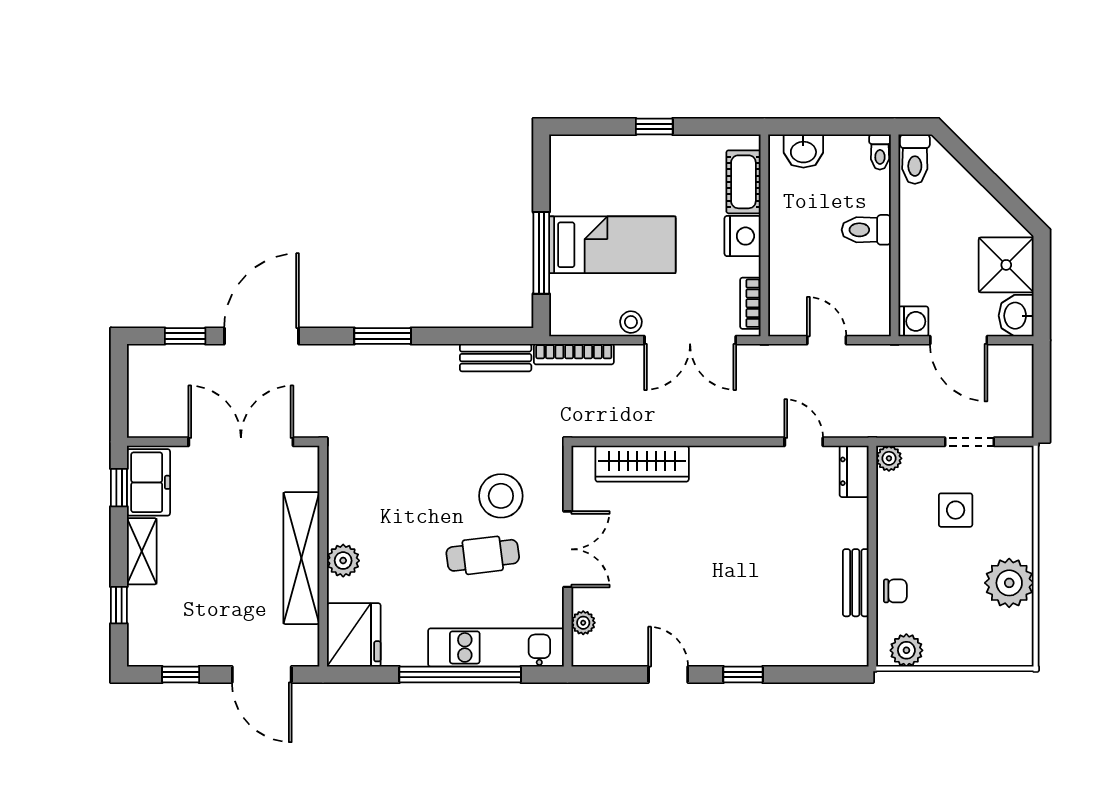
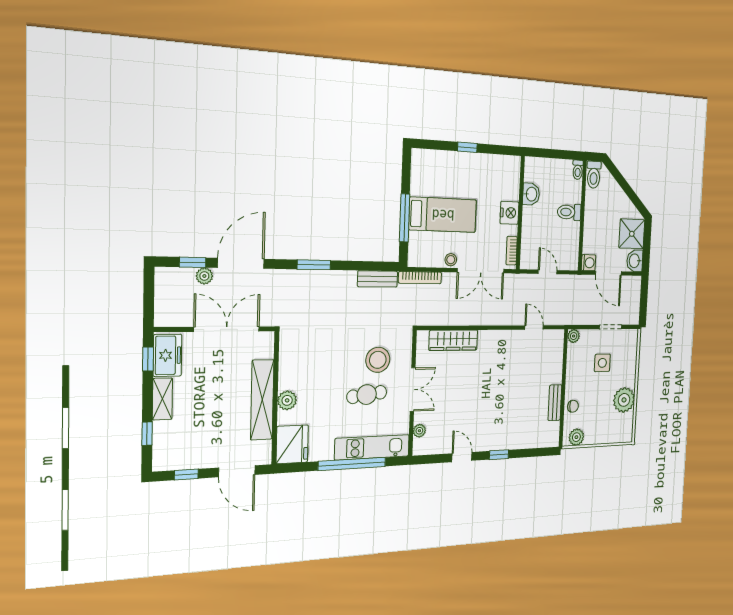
washbasin: (803, 151) -> (531, 194), moved, turned -90
cot: (743, 182) -> (511, 182), removed
plant: (204, 357) -> (204, 276), added
dresser: (854, 471) -> (557, 343), removed

